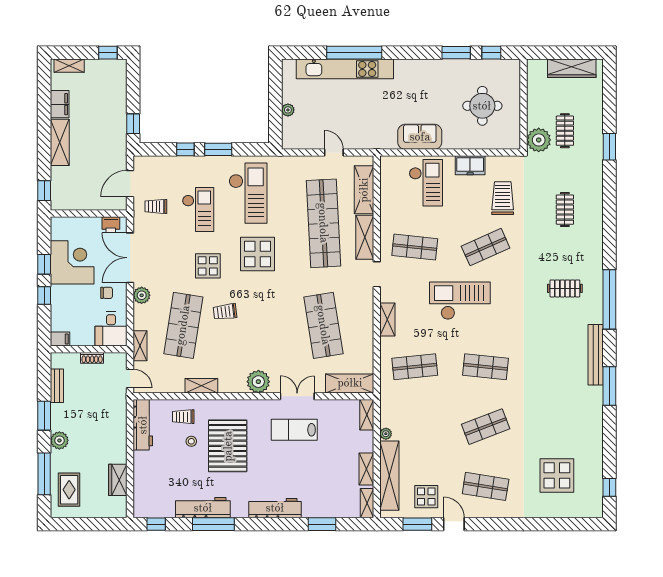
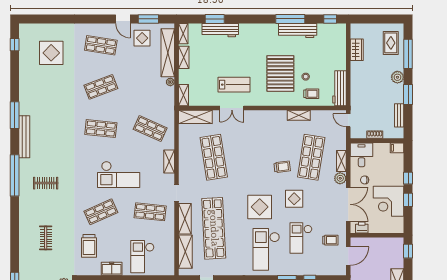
shelving: (140, 346) -> (341, 161), moved
shop shelf: (415, 367) -> (150, 129), turned 30
plant: (258, 382) -> (259, 118), removed
workbench: (275, 508) -> (220, 30), moved

